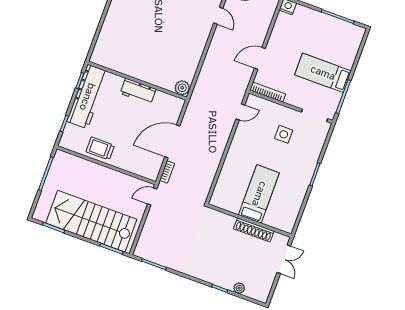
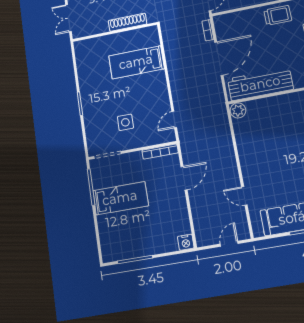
workbench: (138, 91) -> (260, 84), width x1.88, depth x1.32
bed: (259, 194) -> (136, 62), moved, turned 90
shoe rack: (254, 230) -> (128, 22), moved

